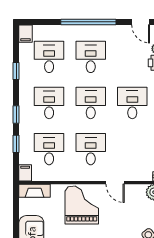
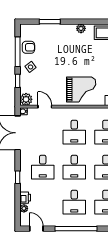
door: (115, 183) -> (45, 107), moved
grand piano: (82, 205) -> (81, 90), turned -90

